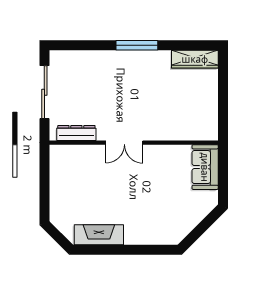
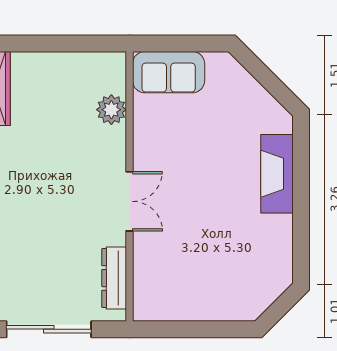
plant: (182, 131) -> (111, 110), added
fireplace: (99, 235) -> (277, 174), moved

